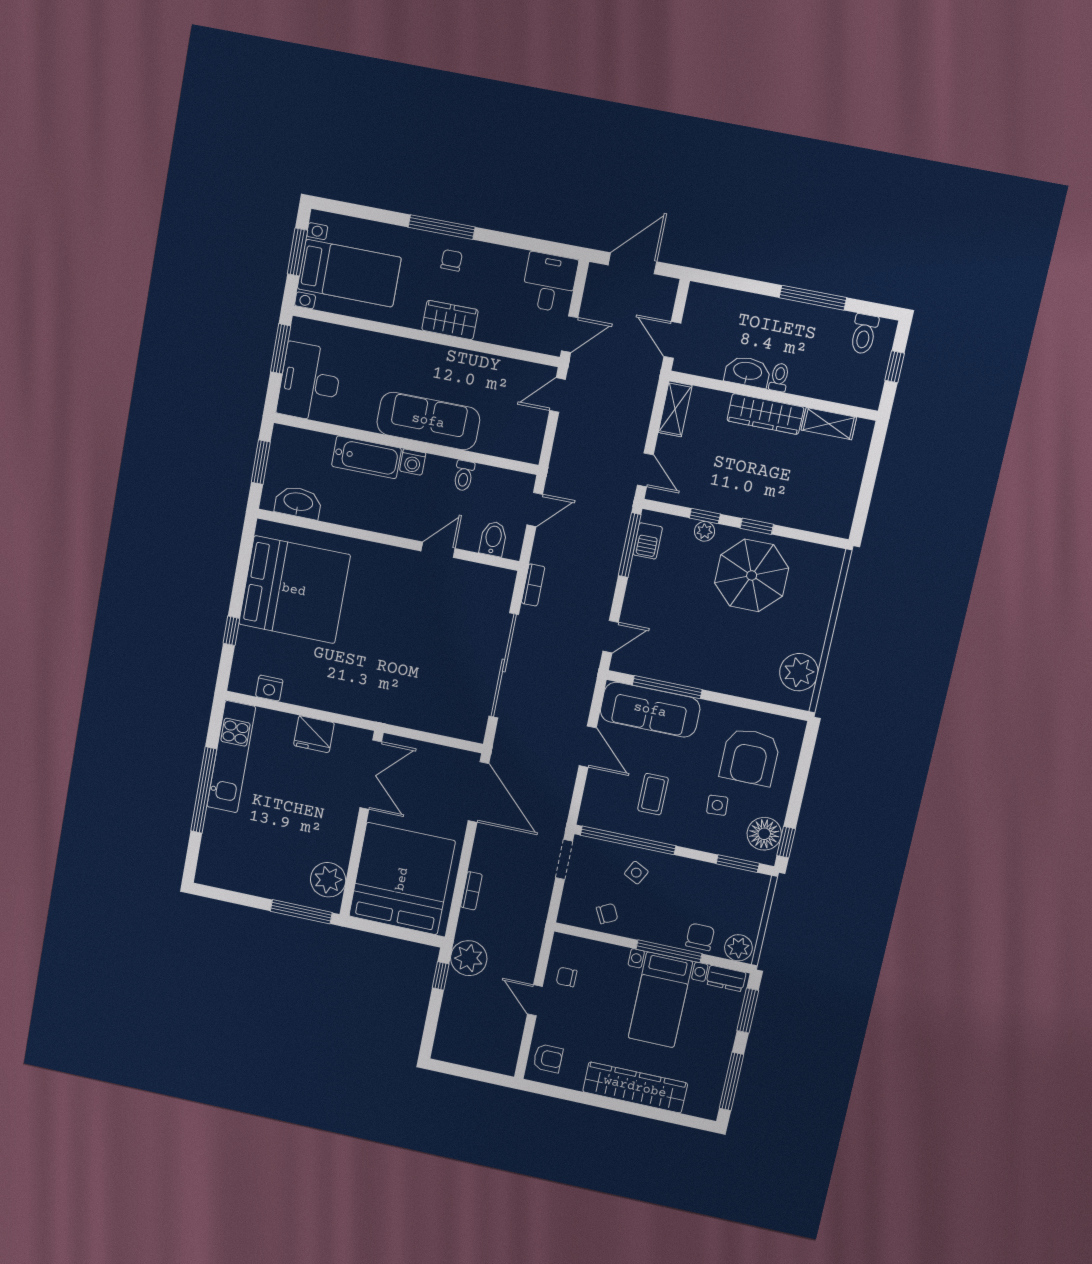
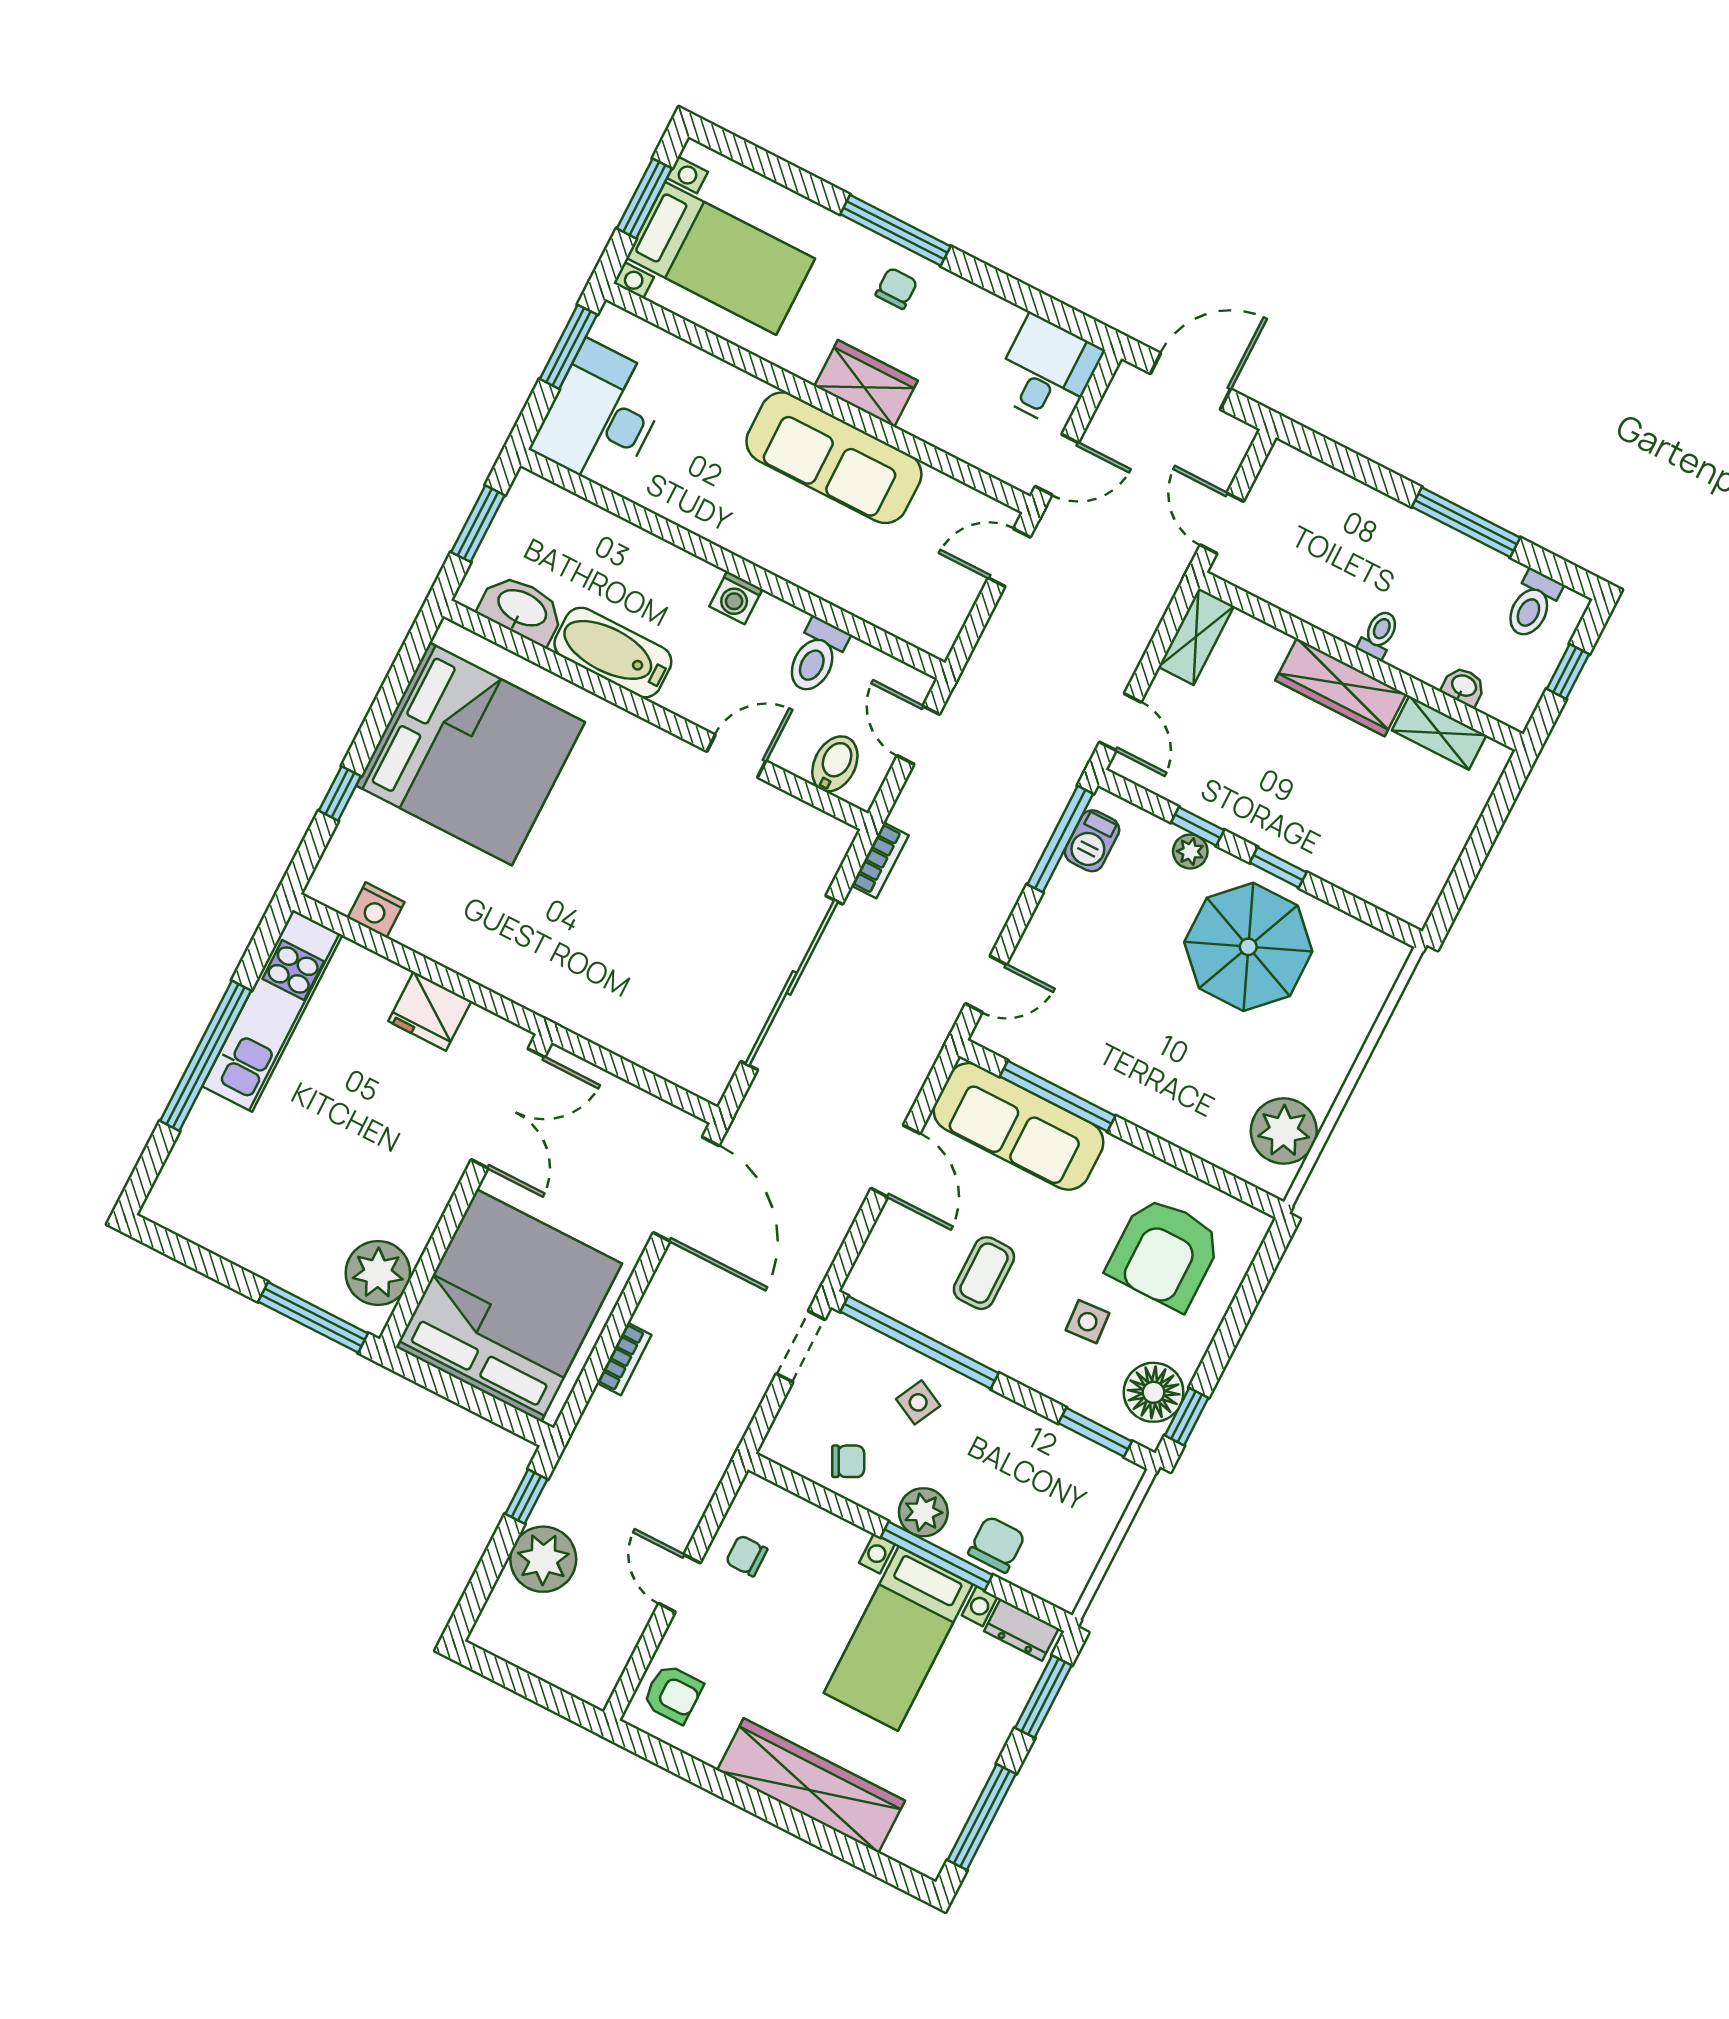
washbasin: (747, 372) -> (1464, 686), moved, width x0.52, depth x0.69
sofa: (428, 421) -> (834, 458), moved, turned 180
bathtub: (366, 457) -> (613, 653), moved, turned 180
toilet: (464, 476) -> (816, 656), width x1.37, depth x1.39
door: (535, 510) -> (918, 735), swing flipped
plant: (738, 948) -> (923, 1512), moved
plant: (469, 958) -> (543, 1559), moved

